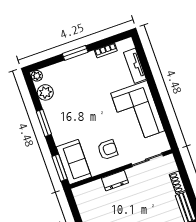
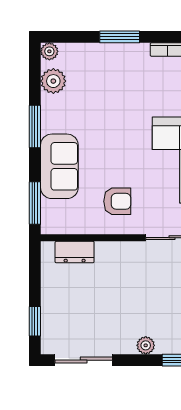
sofa: (74, 162) -> (59, 166), moved
dresser: (115, 181) -> (75, 252), moved

